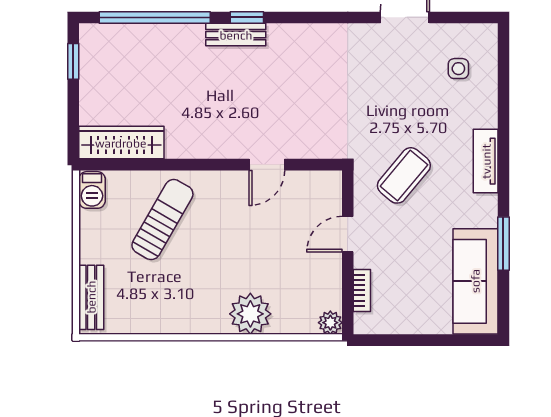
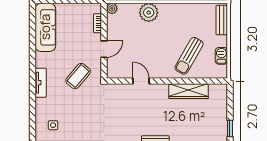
wardrobe: (121, 143) -> (189, 91), moved
door: (267, 165) -> (141, 81), hinge flipped
barbecue: (92, 190) -> (221, 56), moved
window: (503, 244) -> (32, 45), removed

